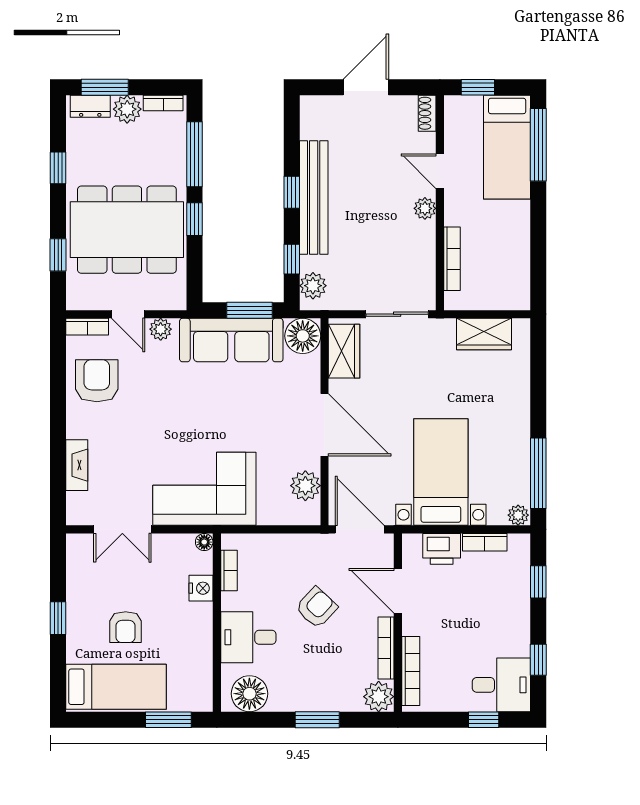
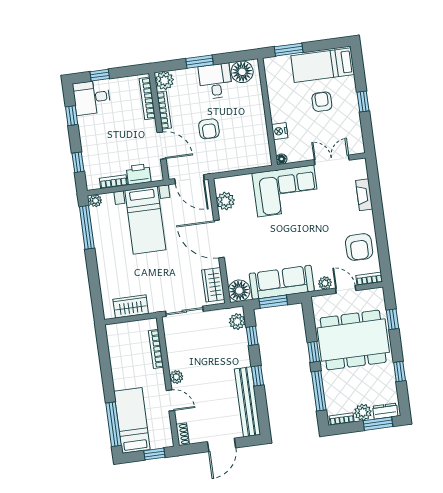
bench: (314, 197) -> (248, 402), moved
bookcase: (229, 571) -> (264, 144), removed
armchair: (316, 608) -> (209, 129), turned -43
desk: (248, 637) -> (215, 81), moved, turned -90

